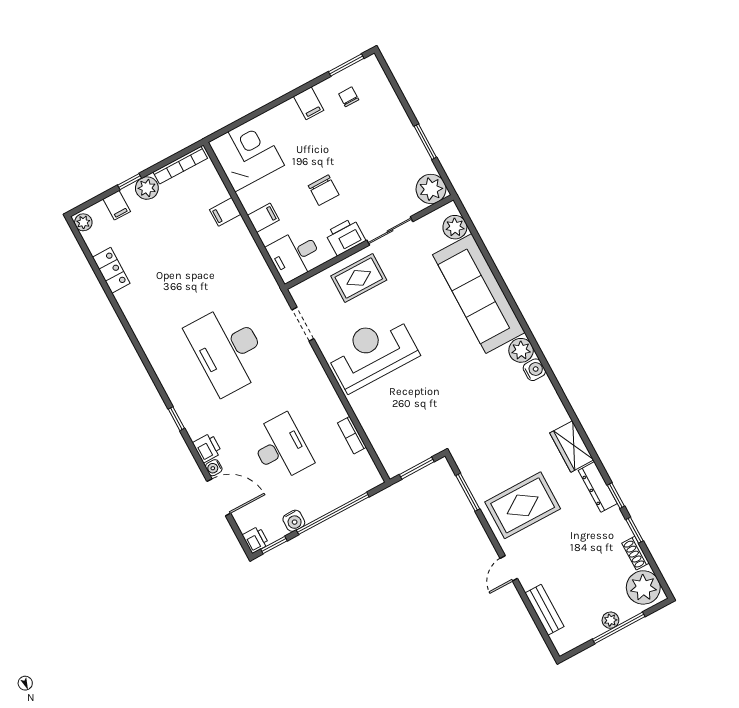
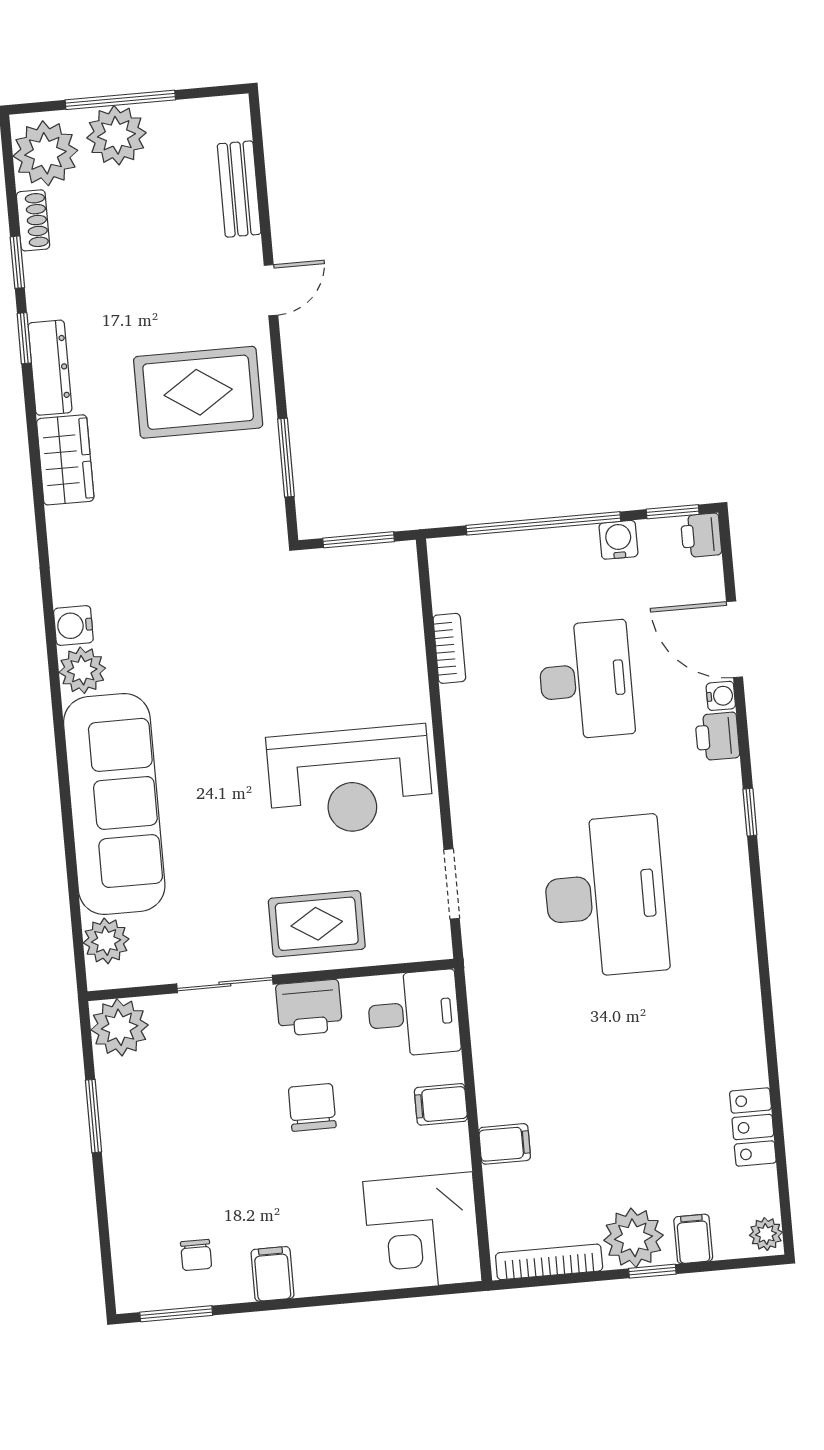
plant: (147, 188) -> (633, 1238), width x1.36, depth x1.36
desk: (281, 448) -> (586, 680), turned 180
plant: (610, 620) -> (116, 135), width x1.87, depth x1.87

